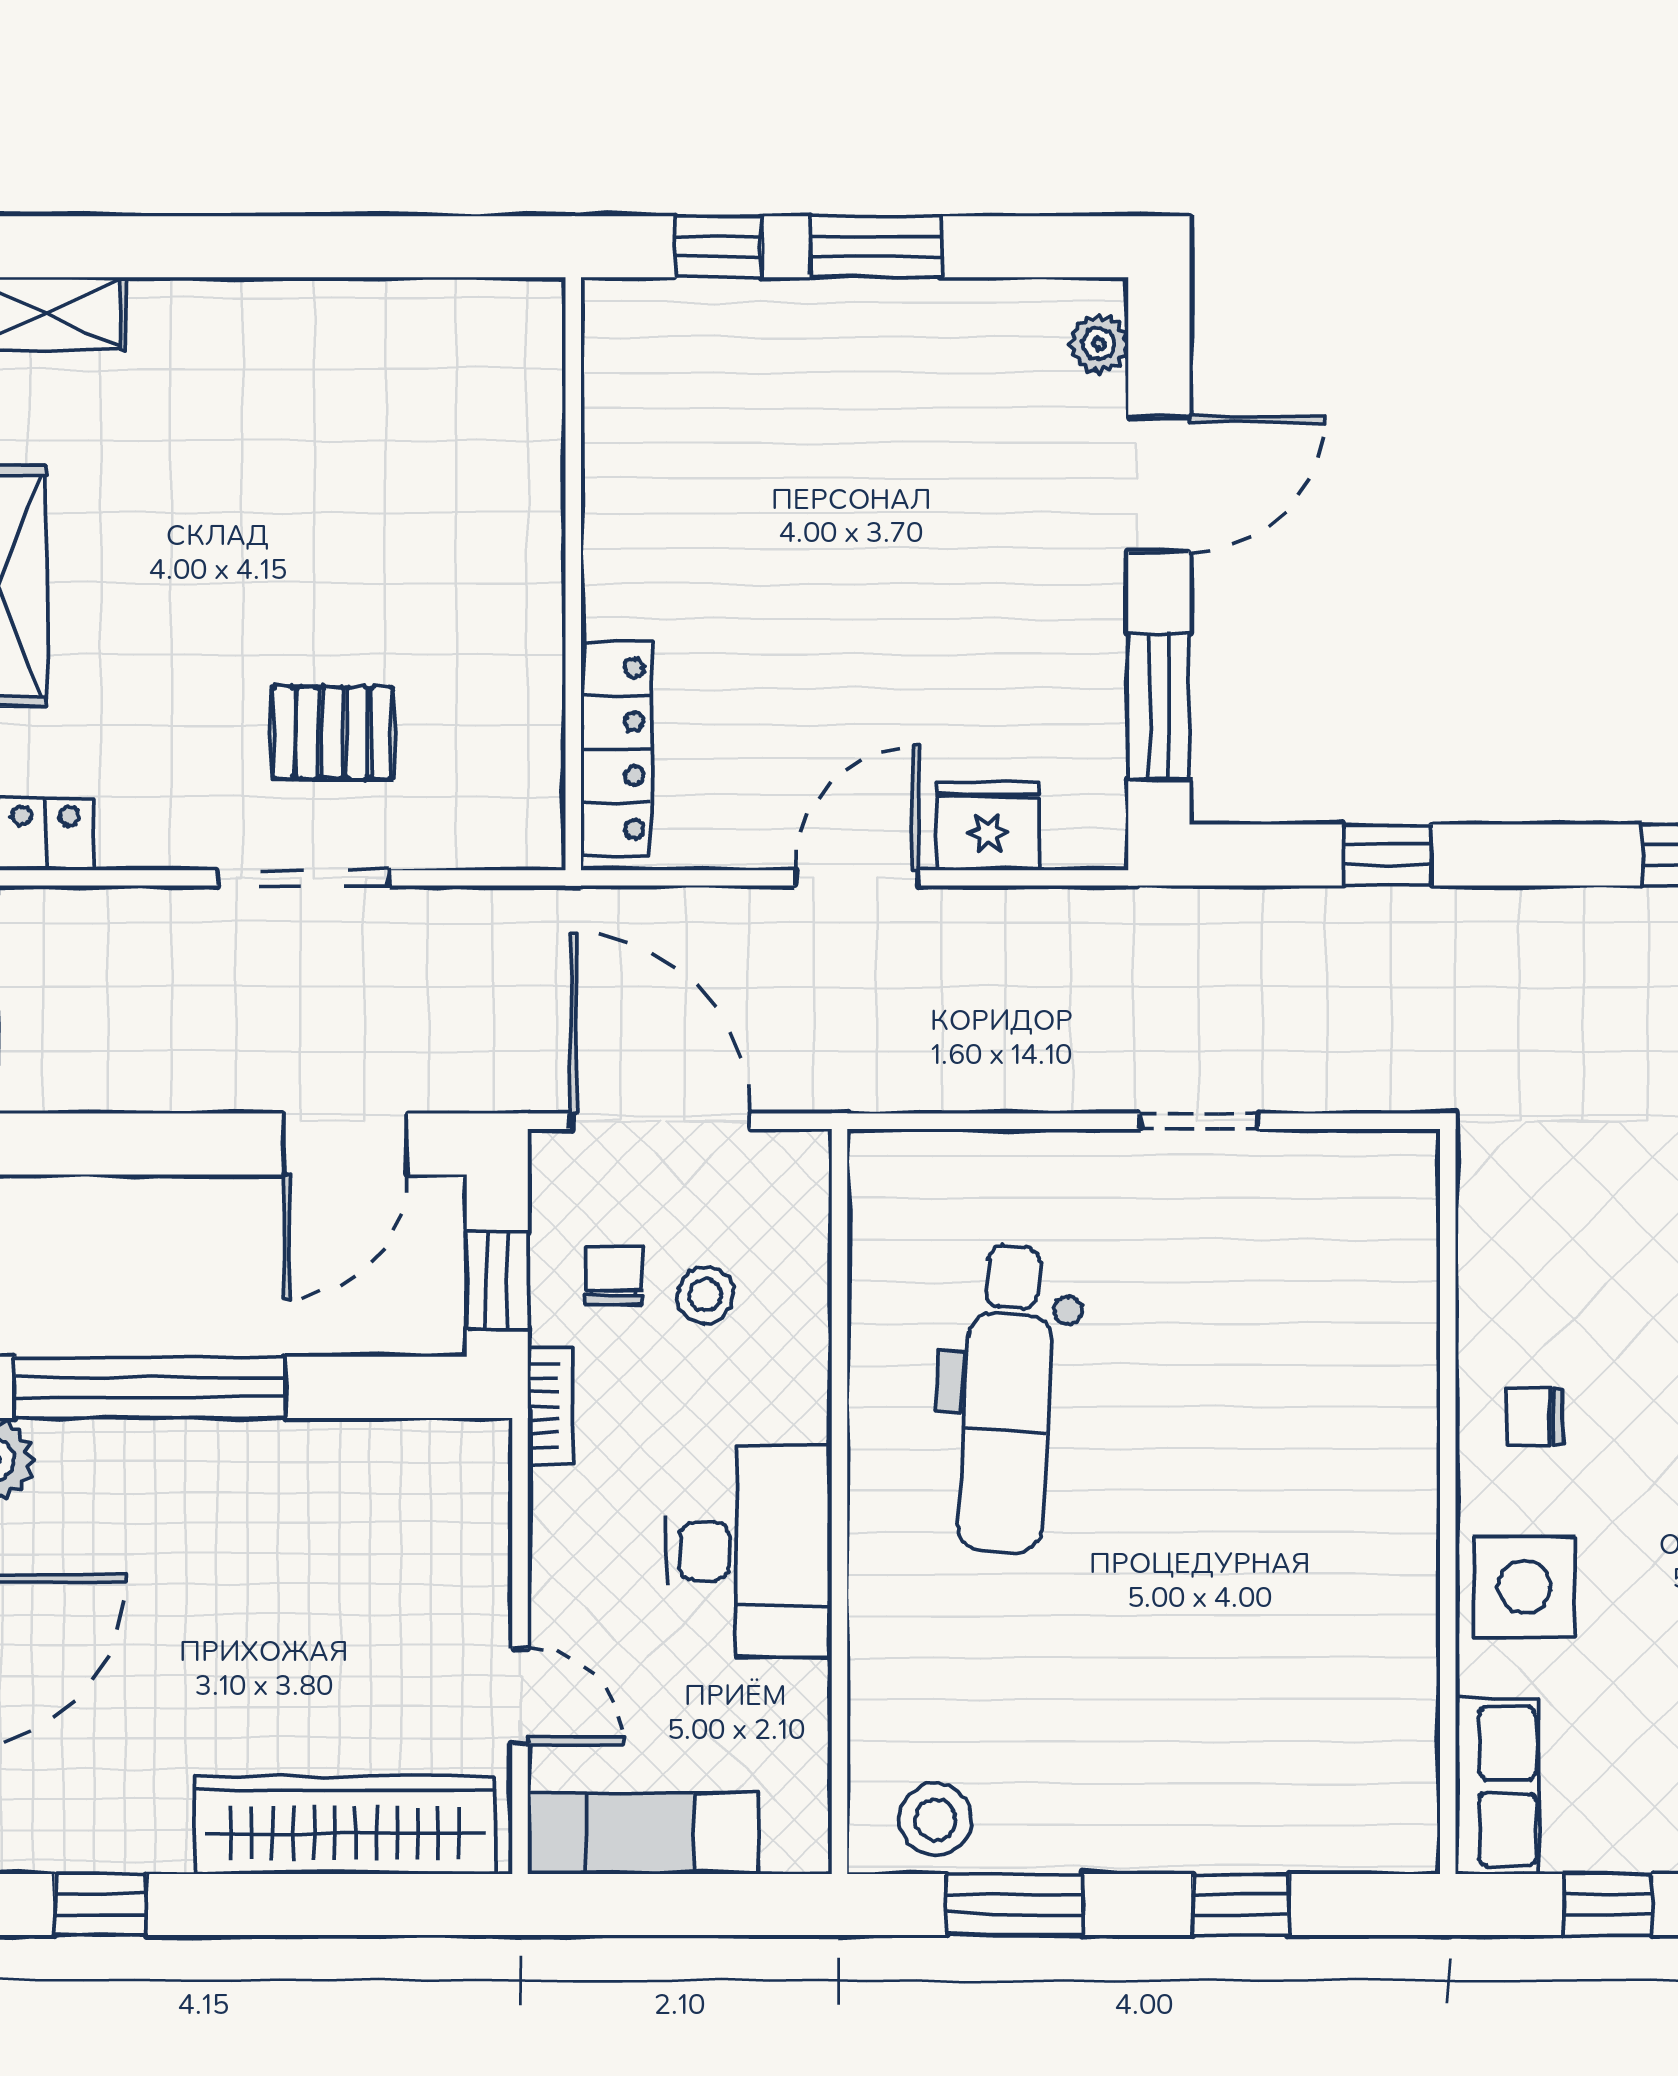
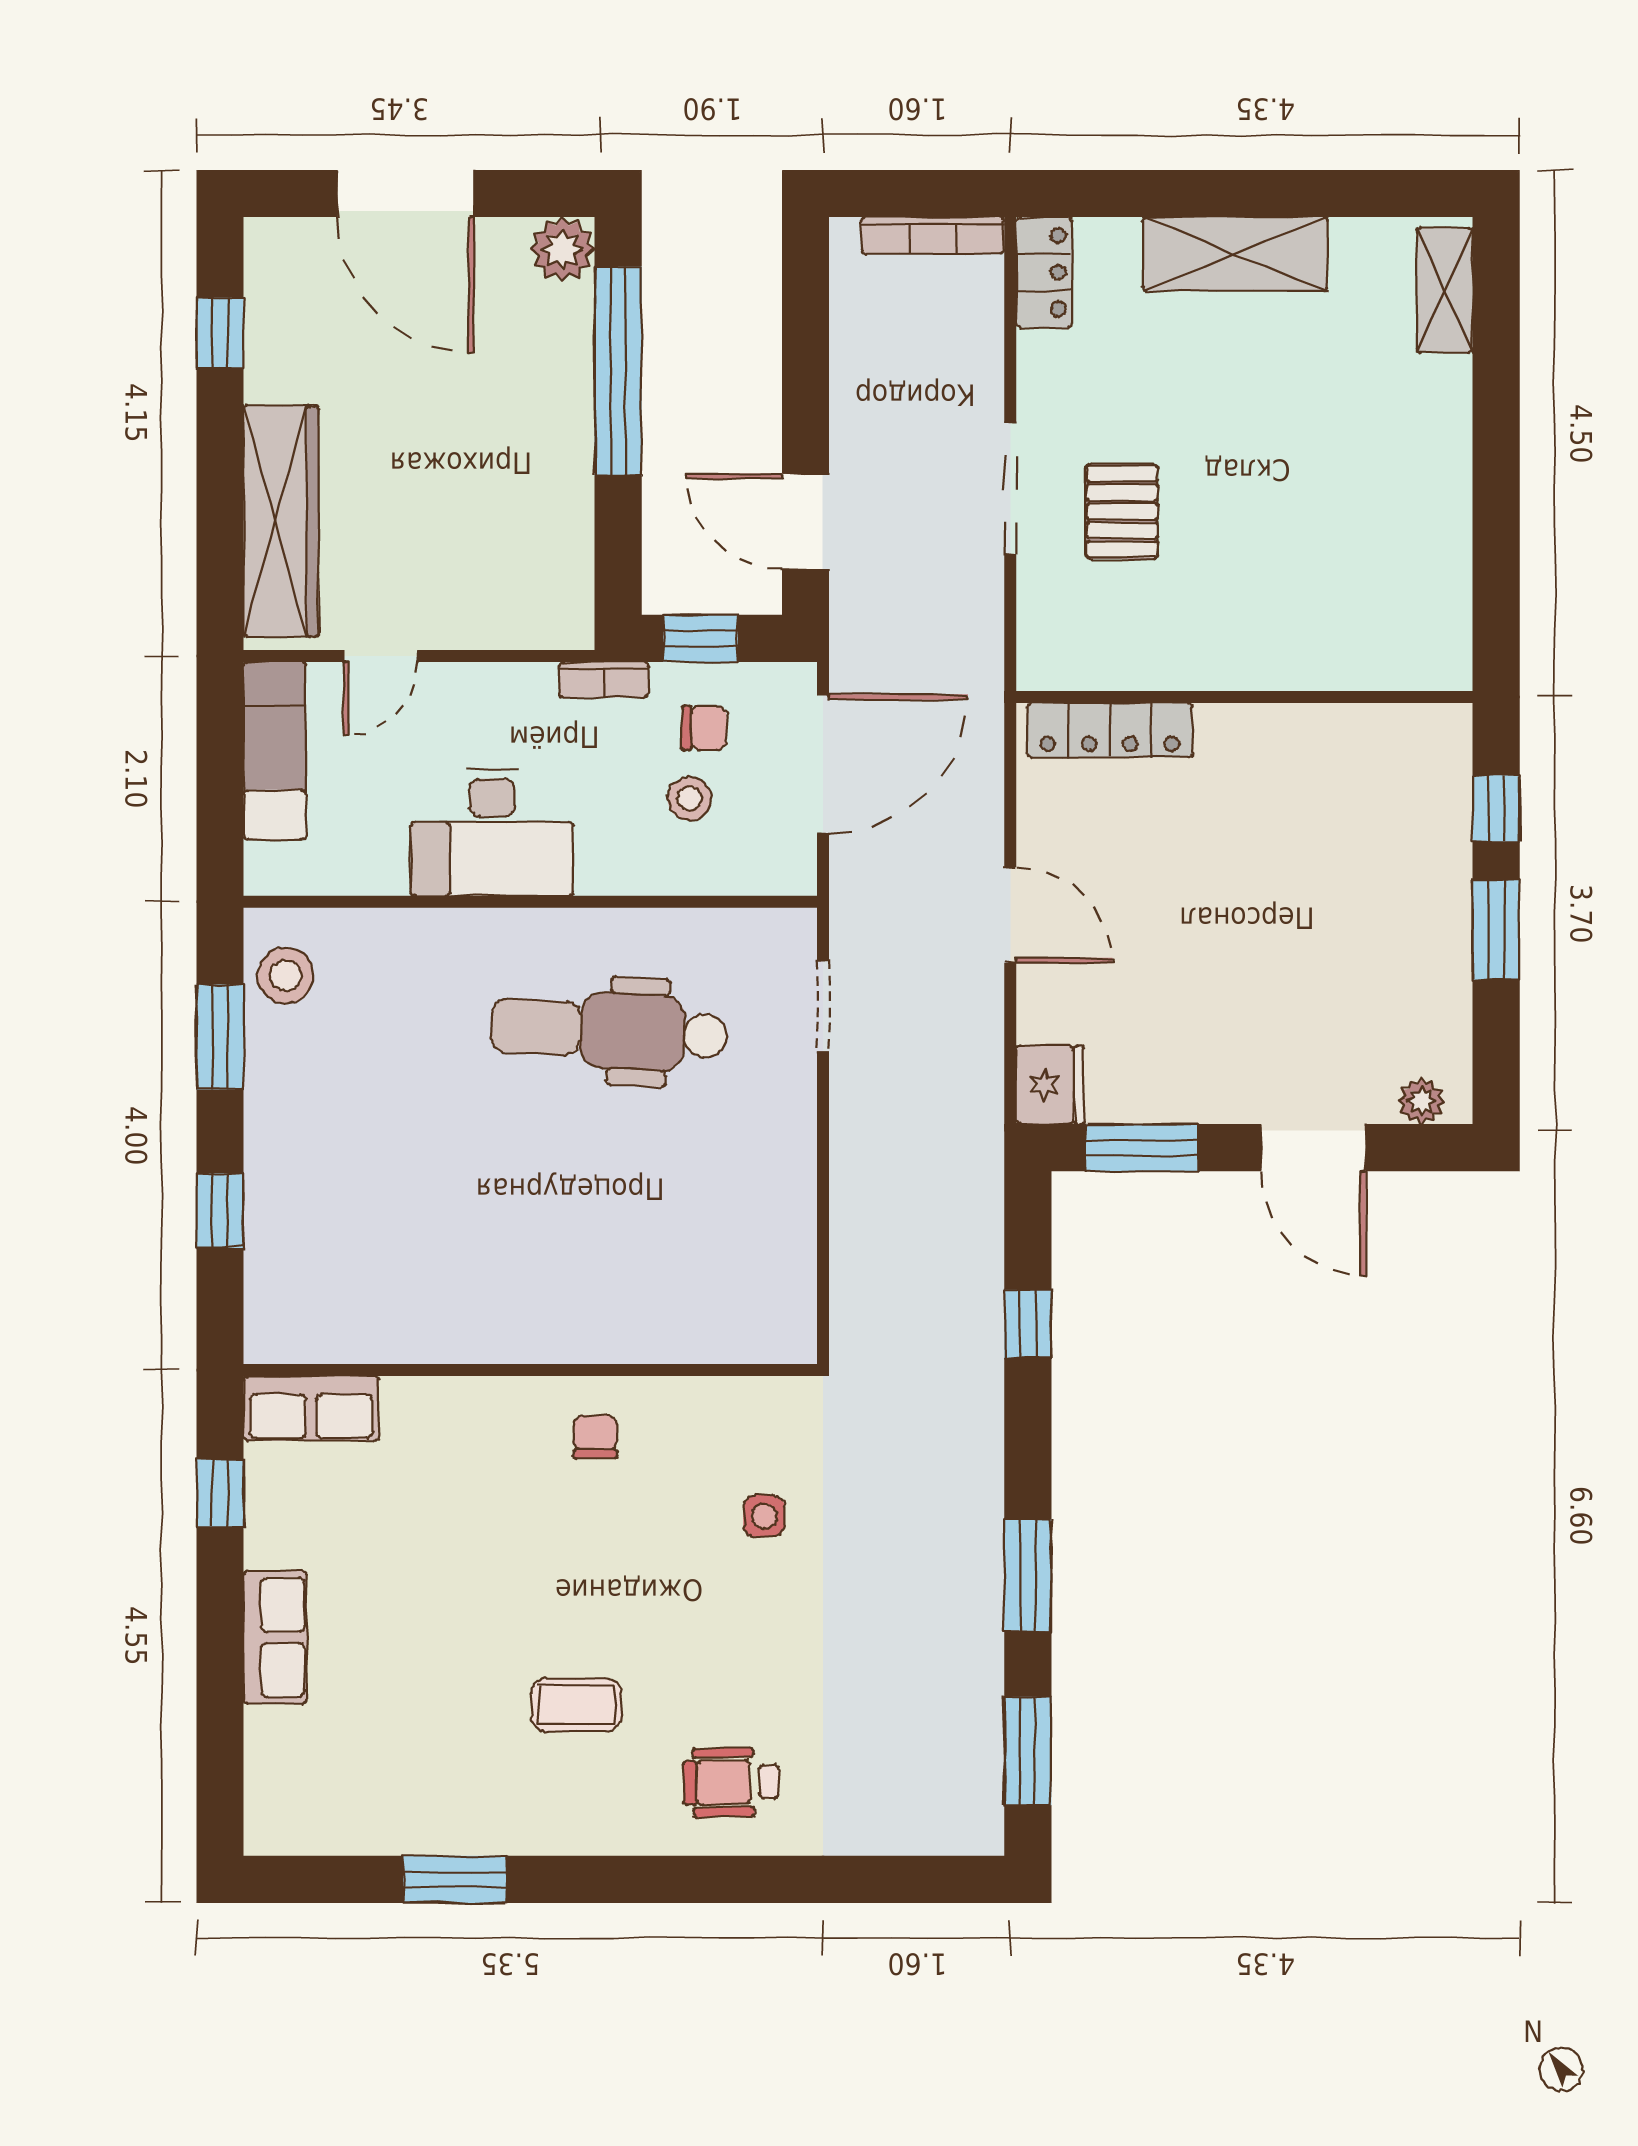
fridge: (988, 826) -> (1050, 1085), moved
doorway: (1199, 1121) -> (823, 1006), moved
side table: (1524, 1587) -> (764, 1516), moved, width x0.54, depth x0.54

